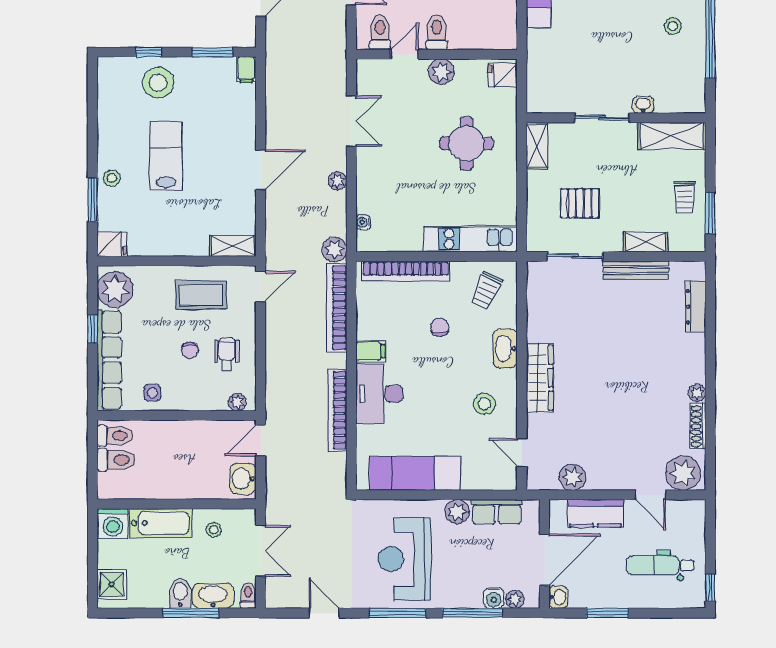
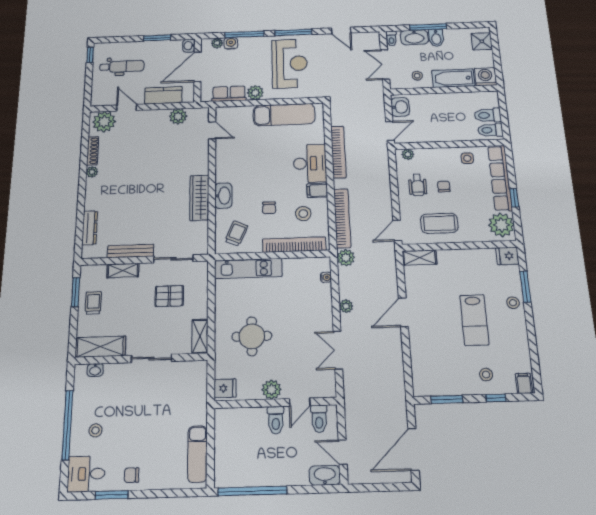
filing cabinet: (246, 70) -> (524, 383), moved
stool: (158, 83) -> (486, 375), width x0.53, depth x0.53
washbasin: (643, 105) -> (95, 370), moved
wardrobe: (540, 378) -> (199, 198), moved
stool: (484, 404) -> (303, 214), moved

